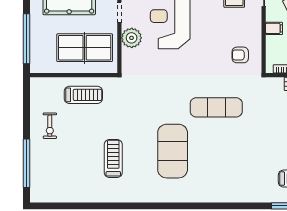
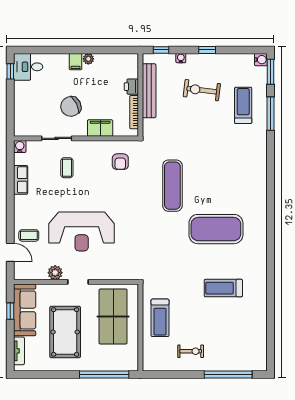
filing cabinet: (274, 28) -> (100, 128), width x2.00
plant: (132, 38) -> (103, 270), removed
treadmill: (83, 95) -> (160, 318), turned 180

